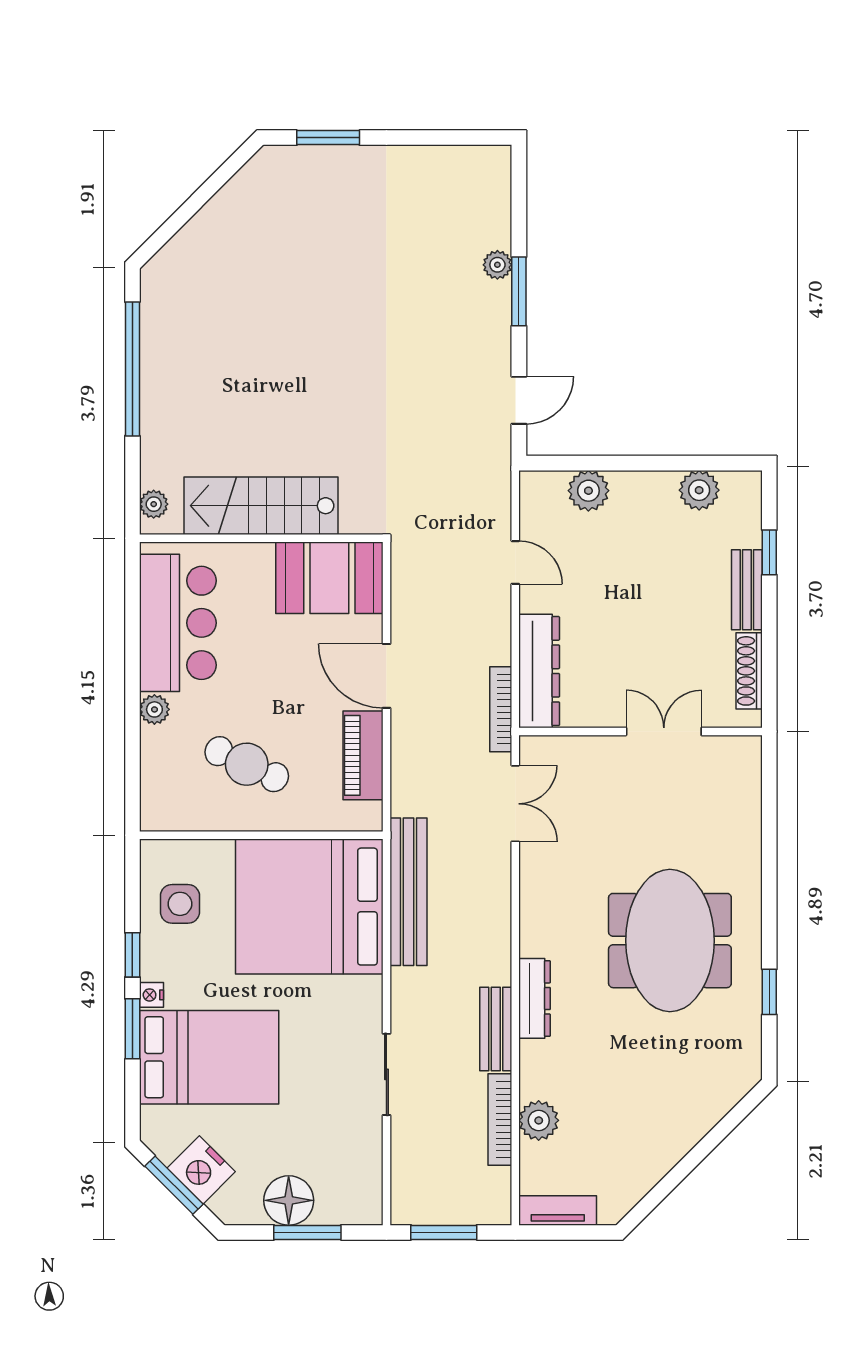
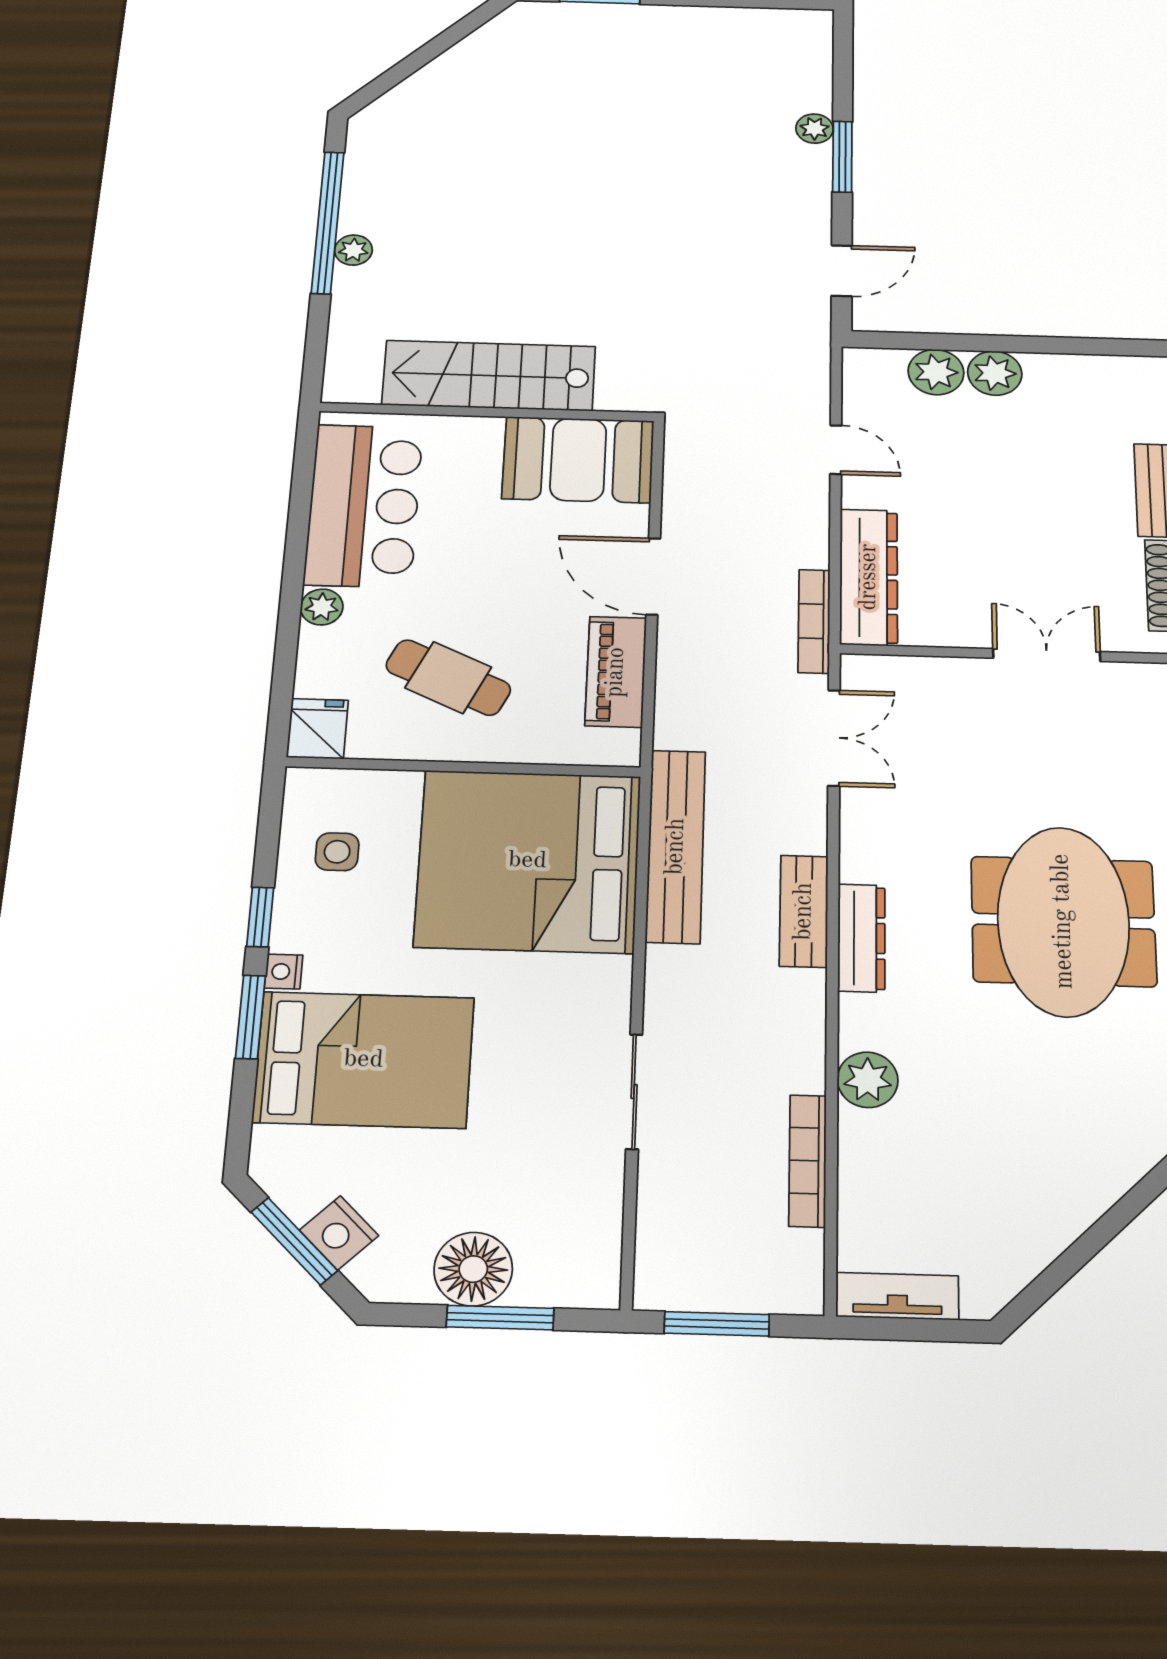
plant: (699, 490) -> (995, 373), moved
plant: (154, 504) -> (353, 250), moved
fridge: (159, 808) -> (317, 729), added
side table: (180, 904) -> (337, 852), width x0.73, depth x0.73
dresser: (535, 998) -> (861, 938), moved
bench: (496, 1029) -> (804, 911), moved
plant: (539, 1120) -> (868, 1080), moved
nightstand: (201, 1170) -> (339, 1233), width x0.74, depth x0.75

